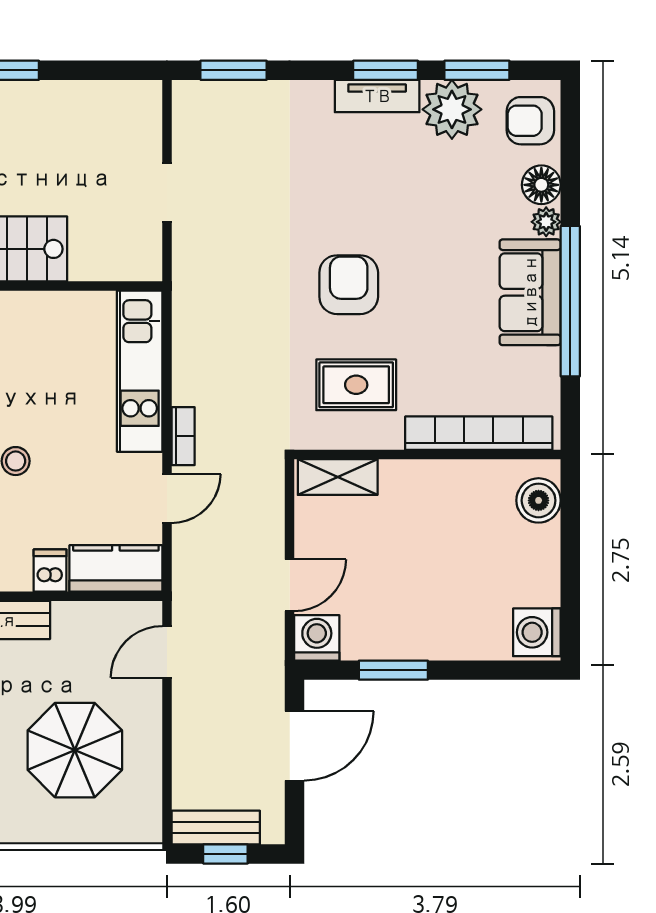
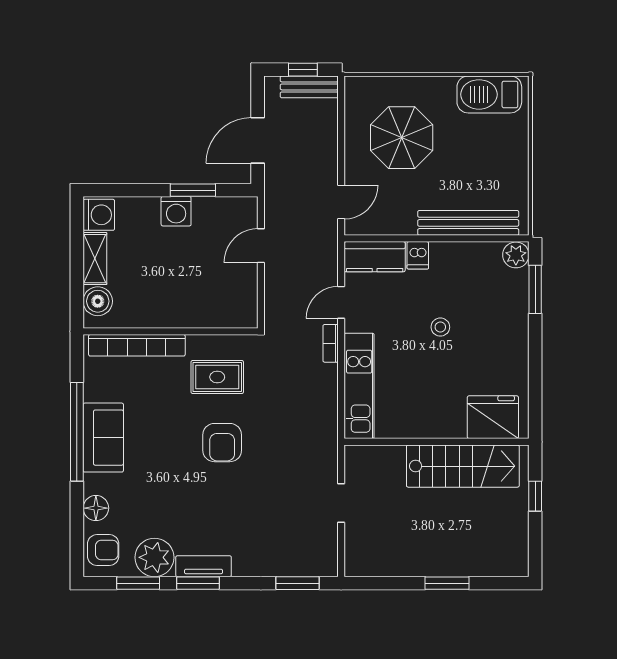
plant: (546, 222) -> (93, 484), removed
shelving: (338, 477) -> (95, 259), moved, turned 90
washing machine: (317, 638) -> (176, 211), moved

